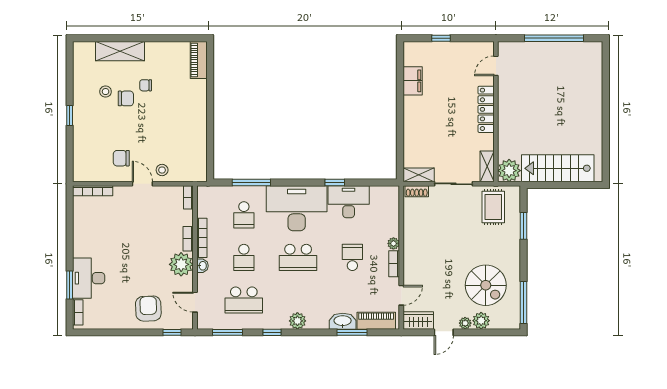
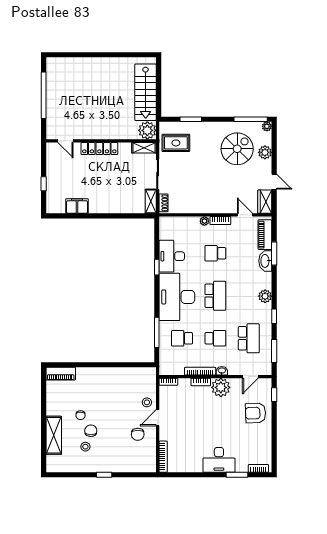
school desk: (244, 215) -> (182, 338), turned 180
desk: (89, 278) -> (219, 460), moved
plant: (465, 323) -> (267, 126), moved

